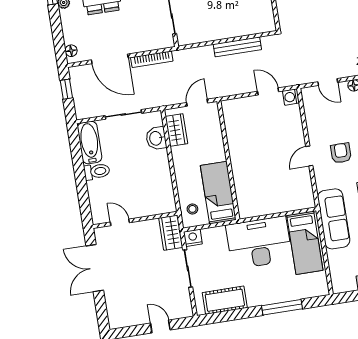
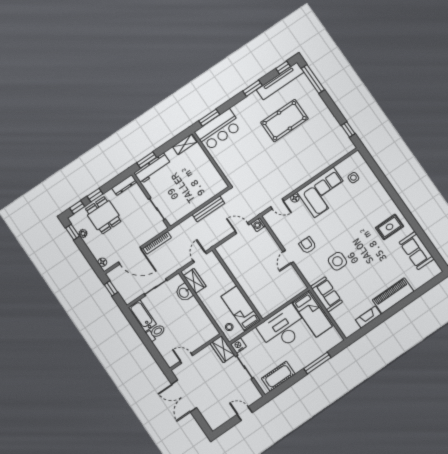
sofa: (334, 219) -> (326, 294), width x0.73

